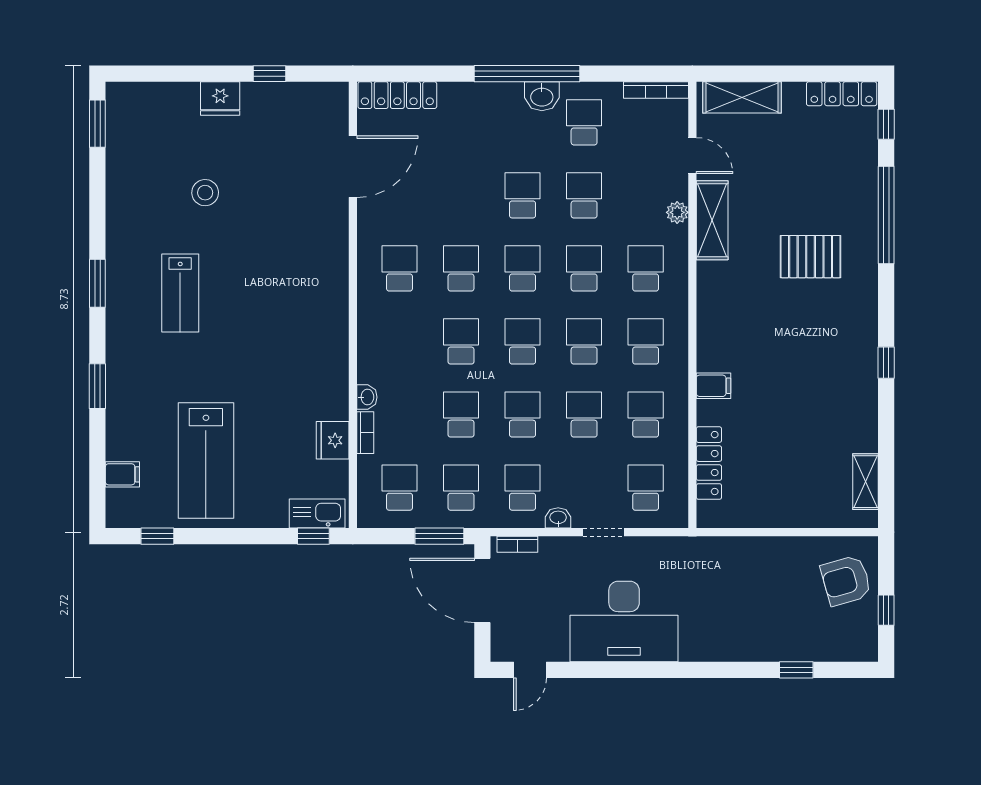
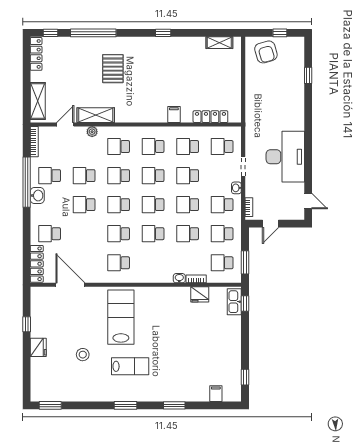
window: (527, 74) -> (27, 182), moved
school desk: (461, 122) -> (50, 234), added
lab bench: (206, 461) -> (121, 317), moved, turned -90
window: (439, 536) -> (245, 262), moved
door: (482, 590) -> (271, 224), width x0.53

